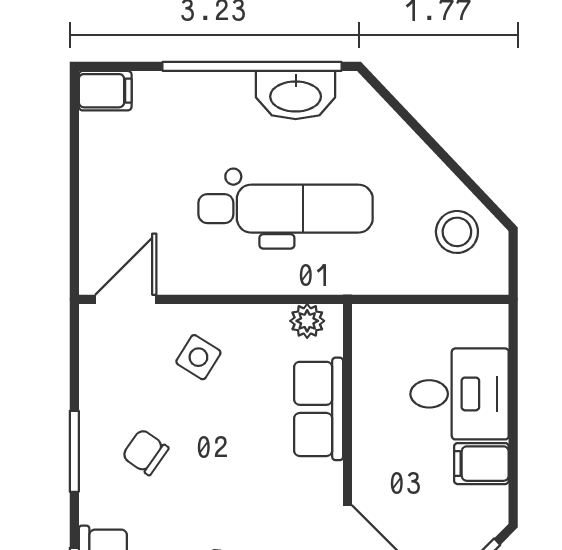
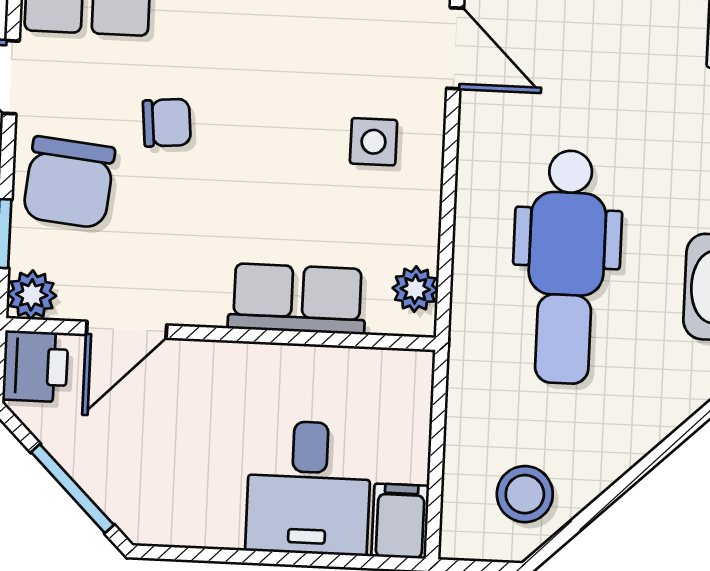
side table: (198, 357) -> (374, 142), turned -32
chair: (145, 452) -> (167, 123), moved, turned 50
filing cabinet: (481, 464) -> (400, 521), moved

